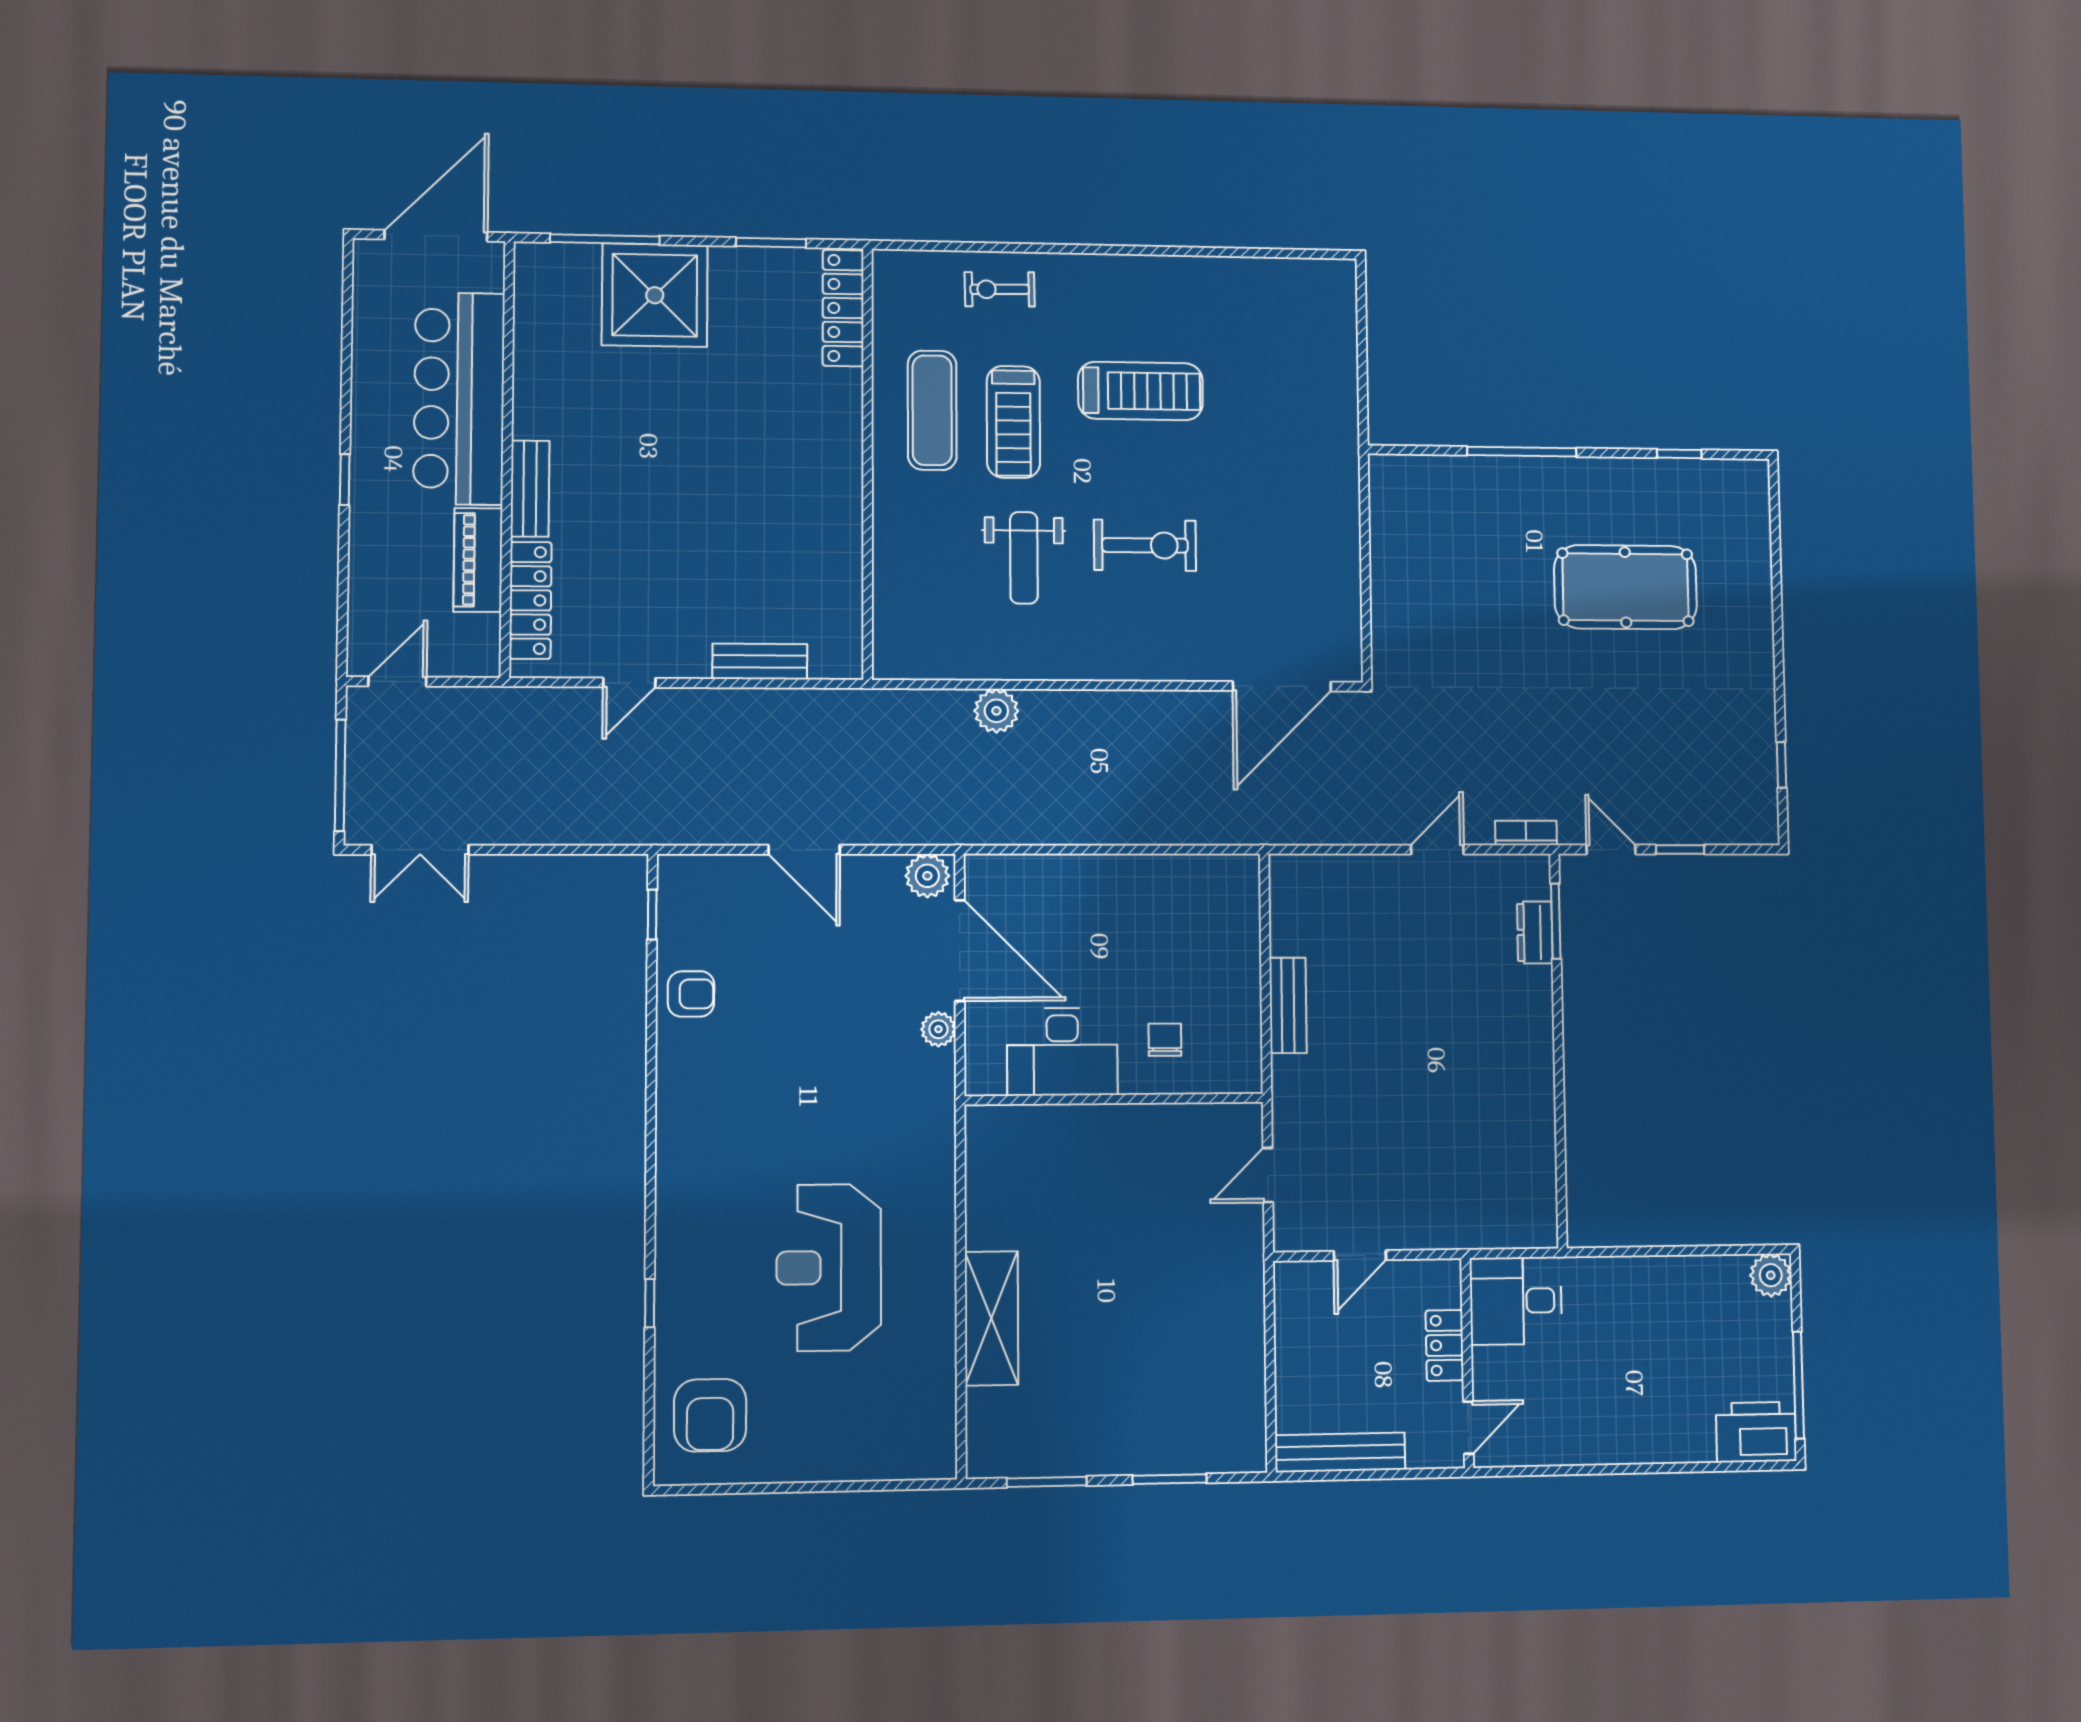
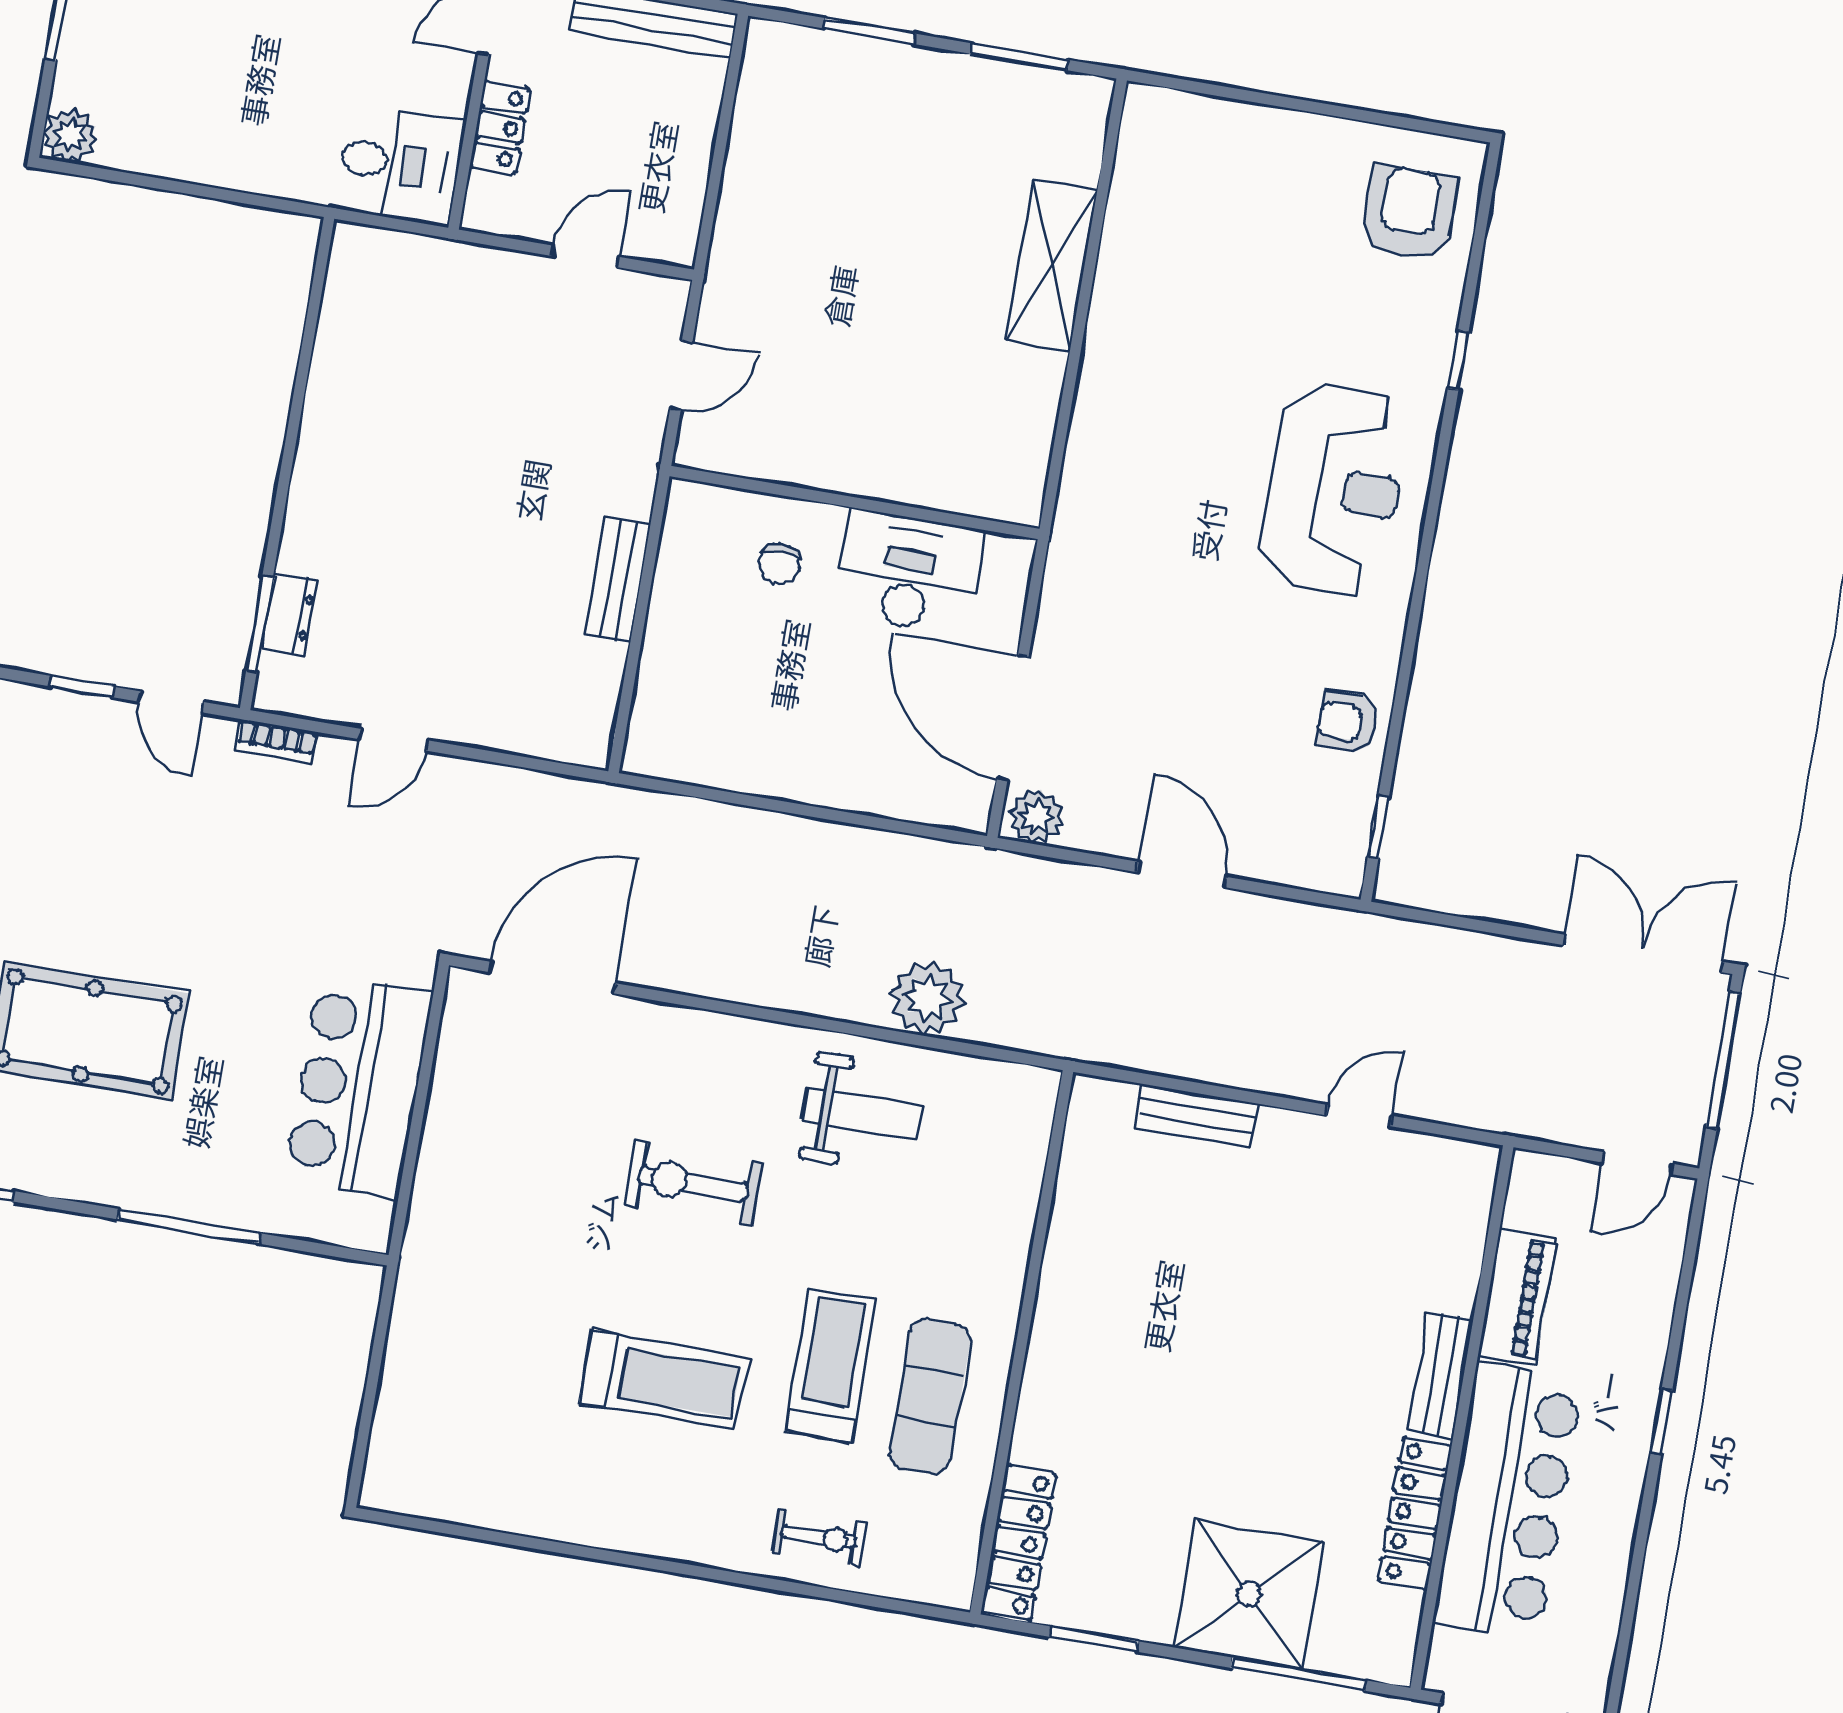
treadmill: (1140, 391) -> (664, 1380), turned 180
weight bench: (1024, 558) -> (861, 1114), moved, turned 90
bar counter: (1414, 579) -> (359, 1086), added
locker: (530, 600) -> (1415, 1513), moved
plant: (996, 711) -> (927, 998), width x1.36, depth x1.36
double door: (420, 850) -> (1643, 953), width x1.37
plant: (938, 1029) -> (1055, 626), removed
reception desk: (829, 1268) -> (1334, 489), moved

